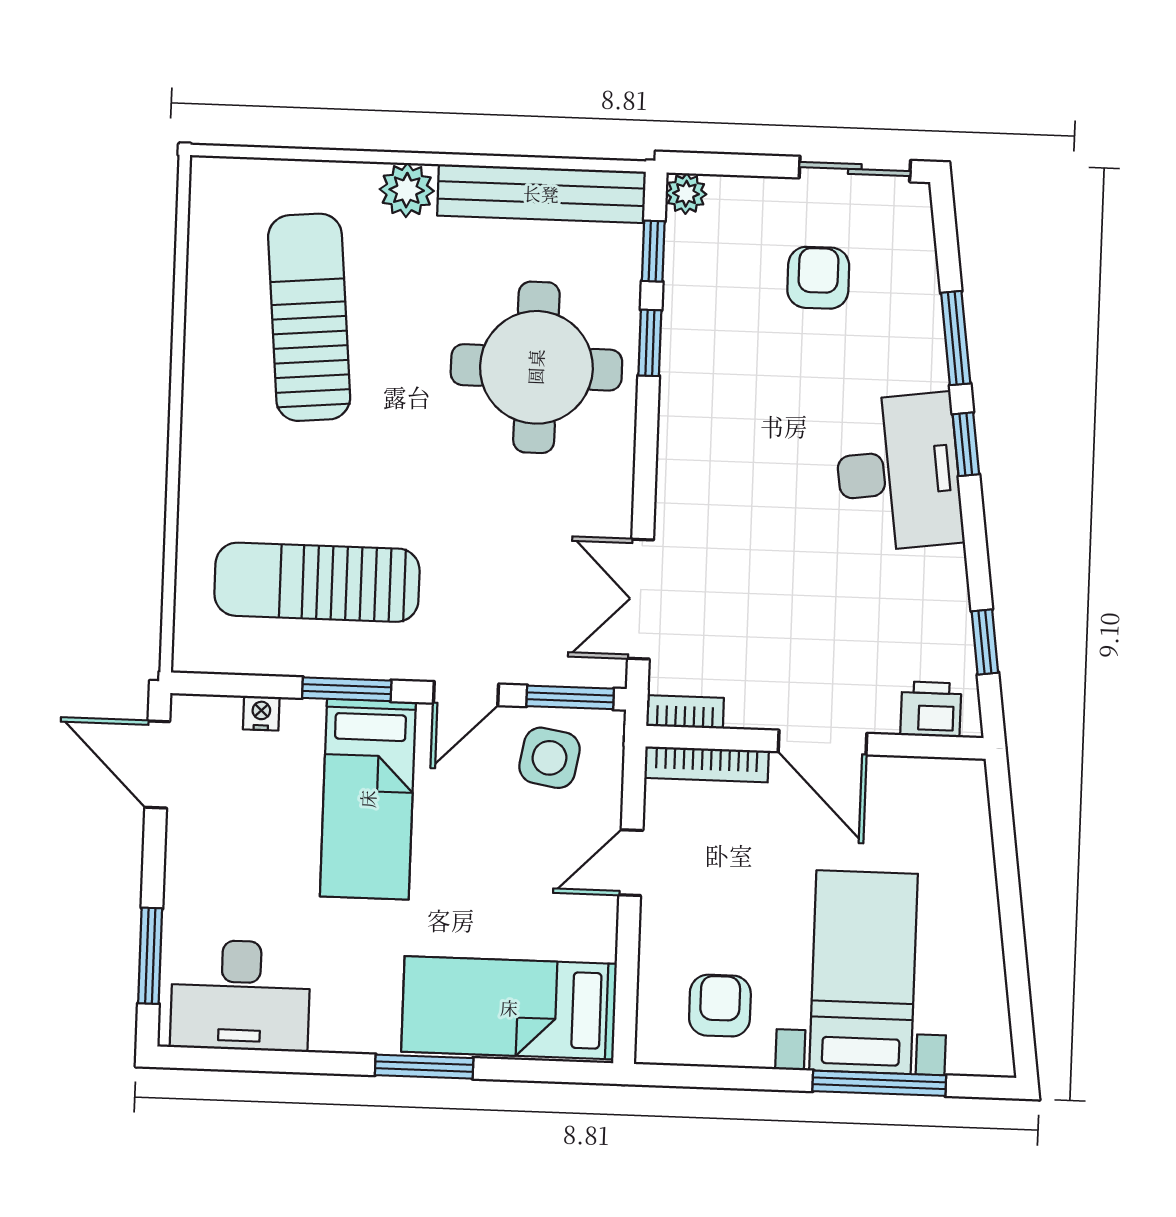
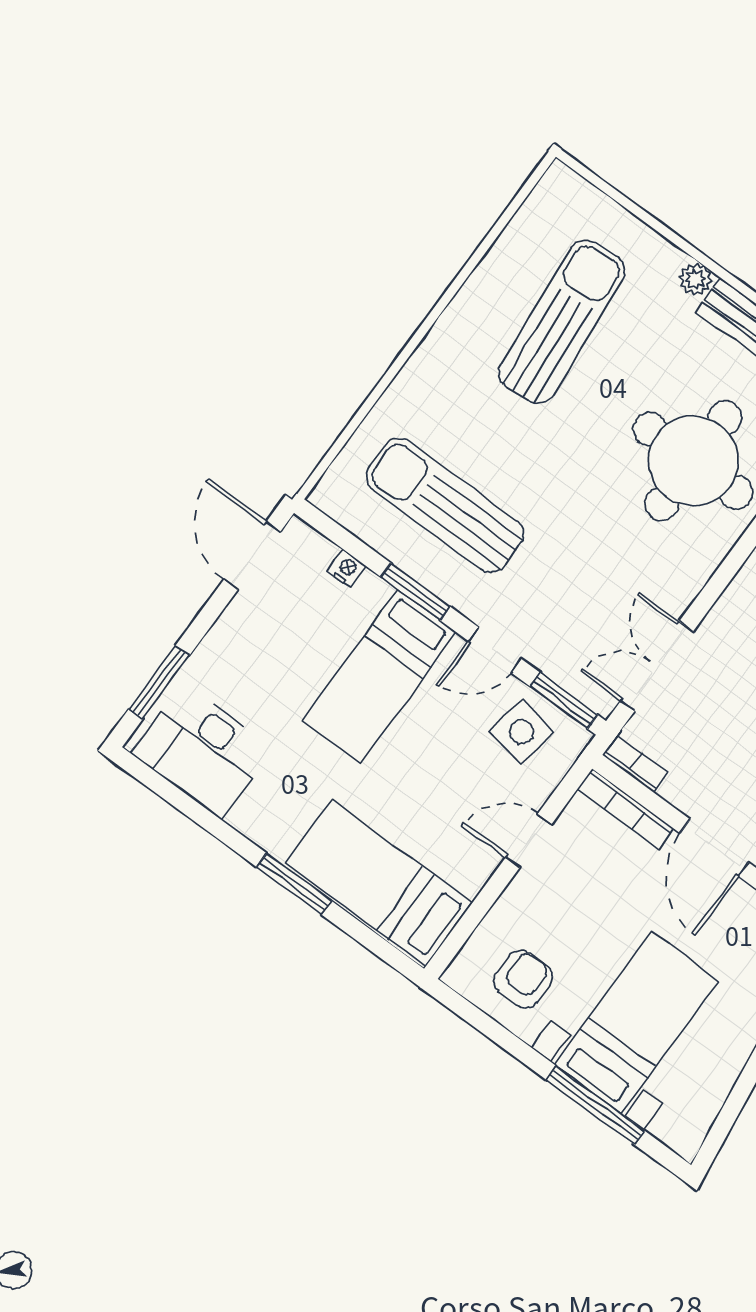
plant: (407, 190) -> (695, 279), width x0.73, depth x0.73

